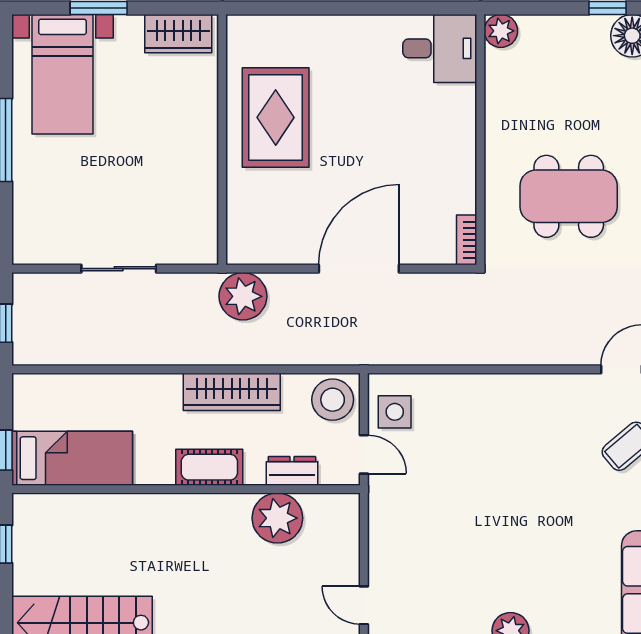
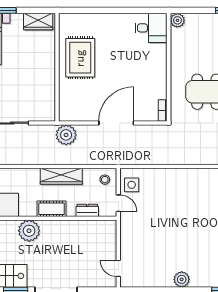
stool: (333, 400) -> (105, 180), width x0.53, depth x0.53
plant: (277, 518) -> (29, 231), moved

